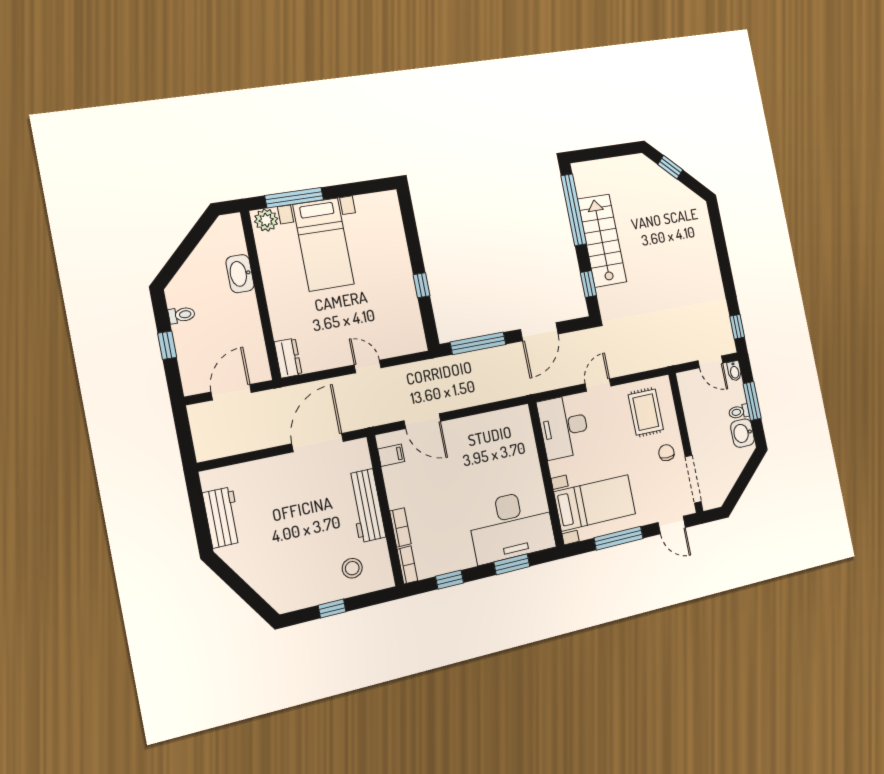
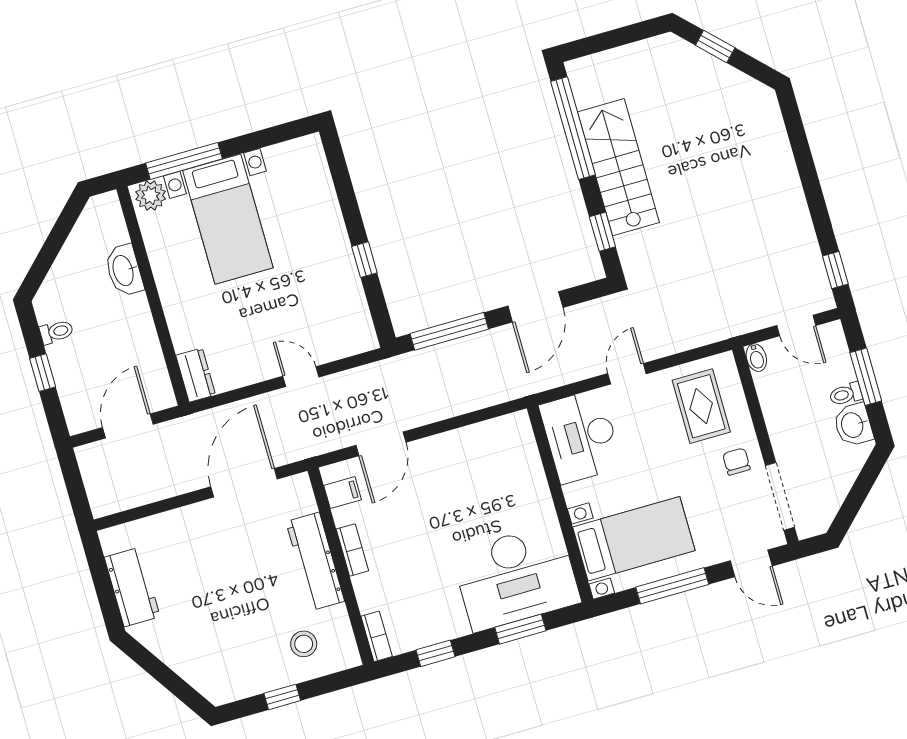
bidet: (734, 371) -> (756, 358), moved
door: (422, 421) -> (381, 444), hinge flipped
bookcase: (400, 527) -> (352, 550), moved

